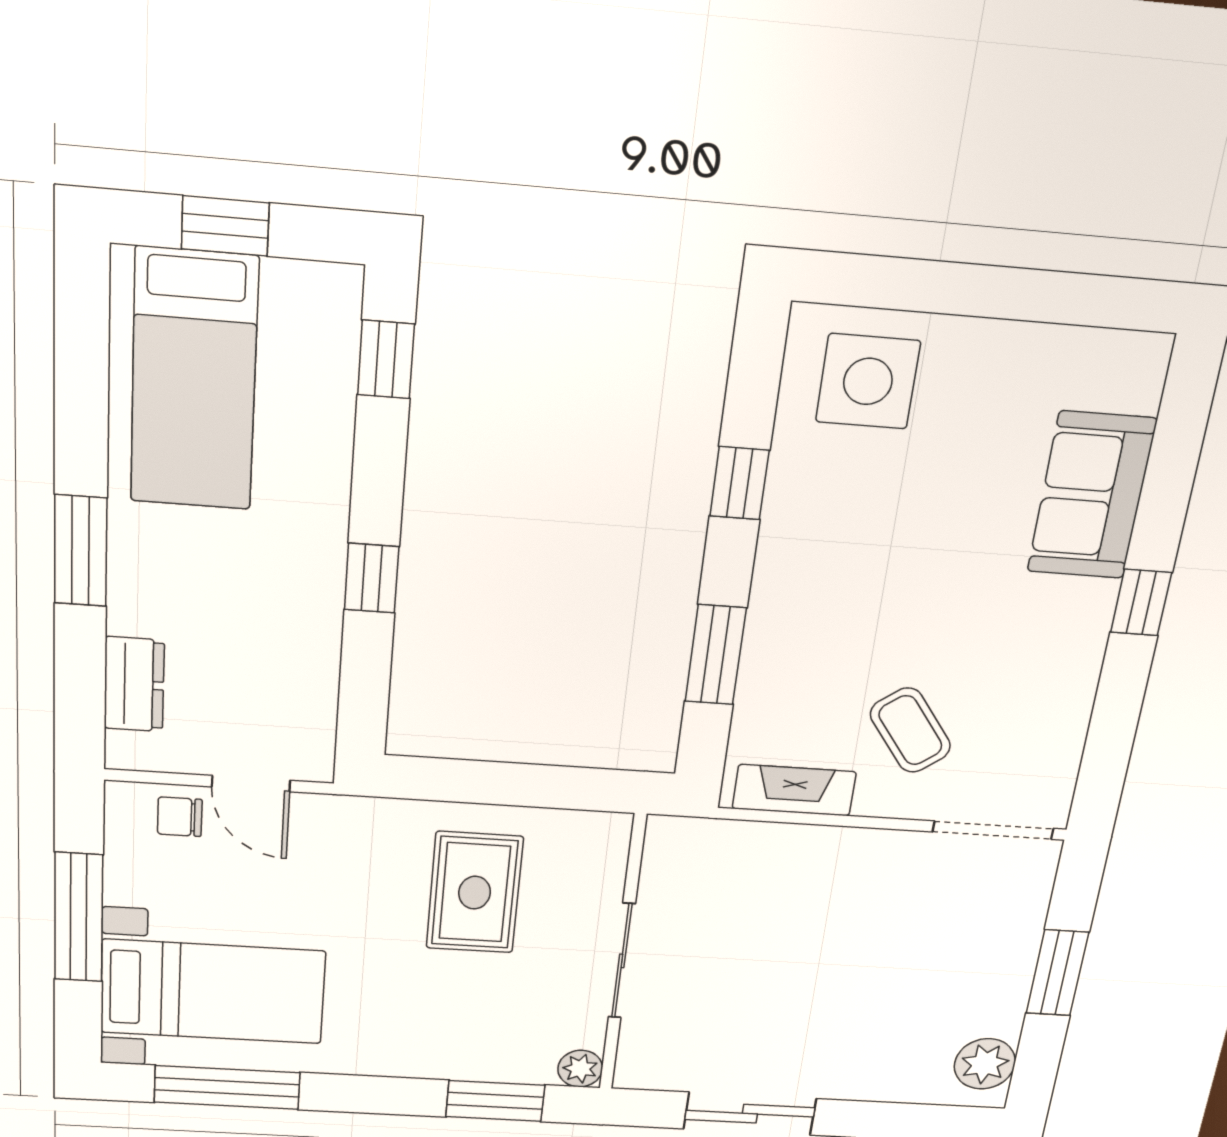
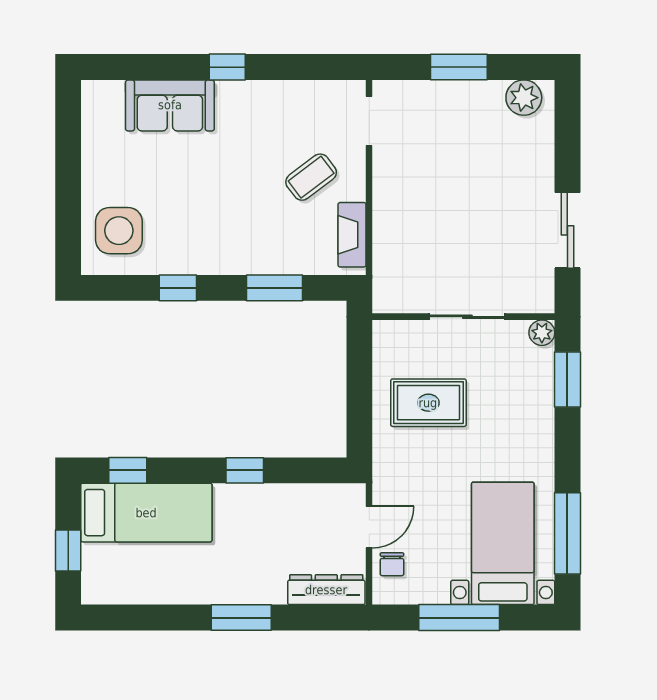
bed: (194, 381) -> (146, 513), moved
dresser: (134, 684) -> (326, 590), width x1.44
doorway: (993, 830) -> (369, 121), width x0.73

